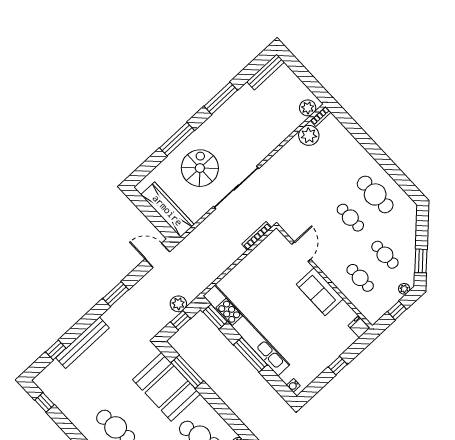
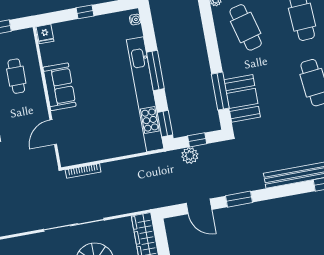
door: (157, 255) -> (199, 206), moved
booth: (166, 387) -> (242, 98), width x0.73, depth x0.70

